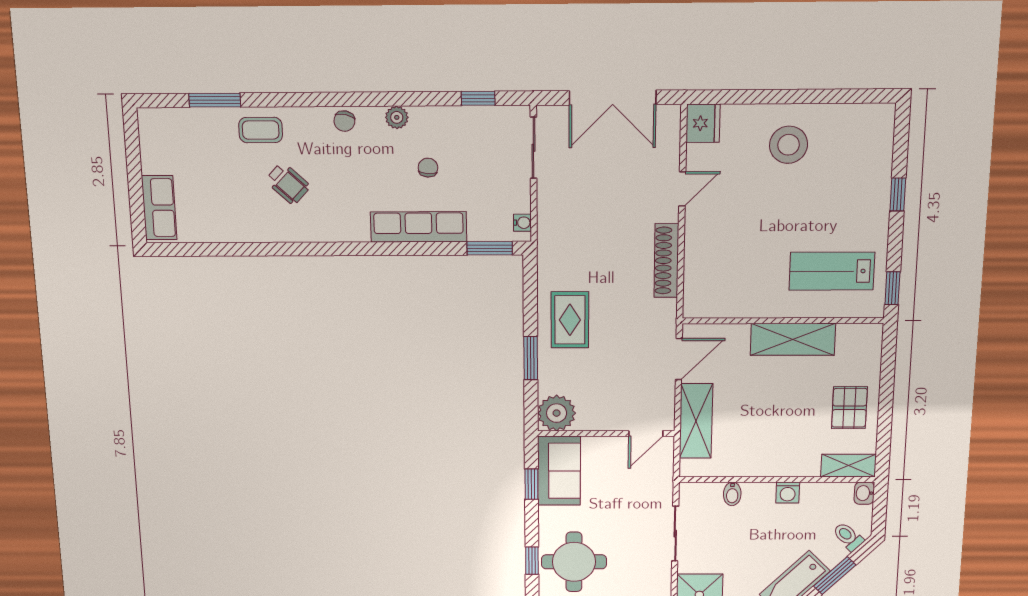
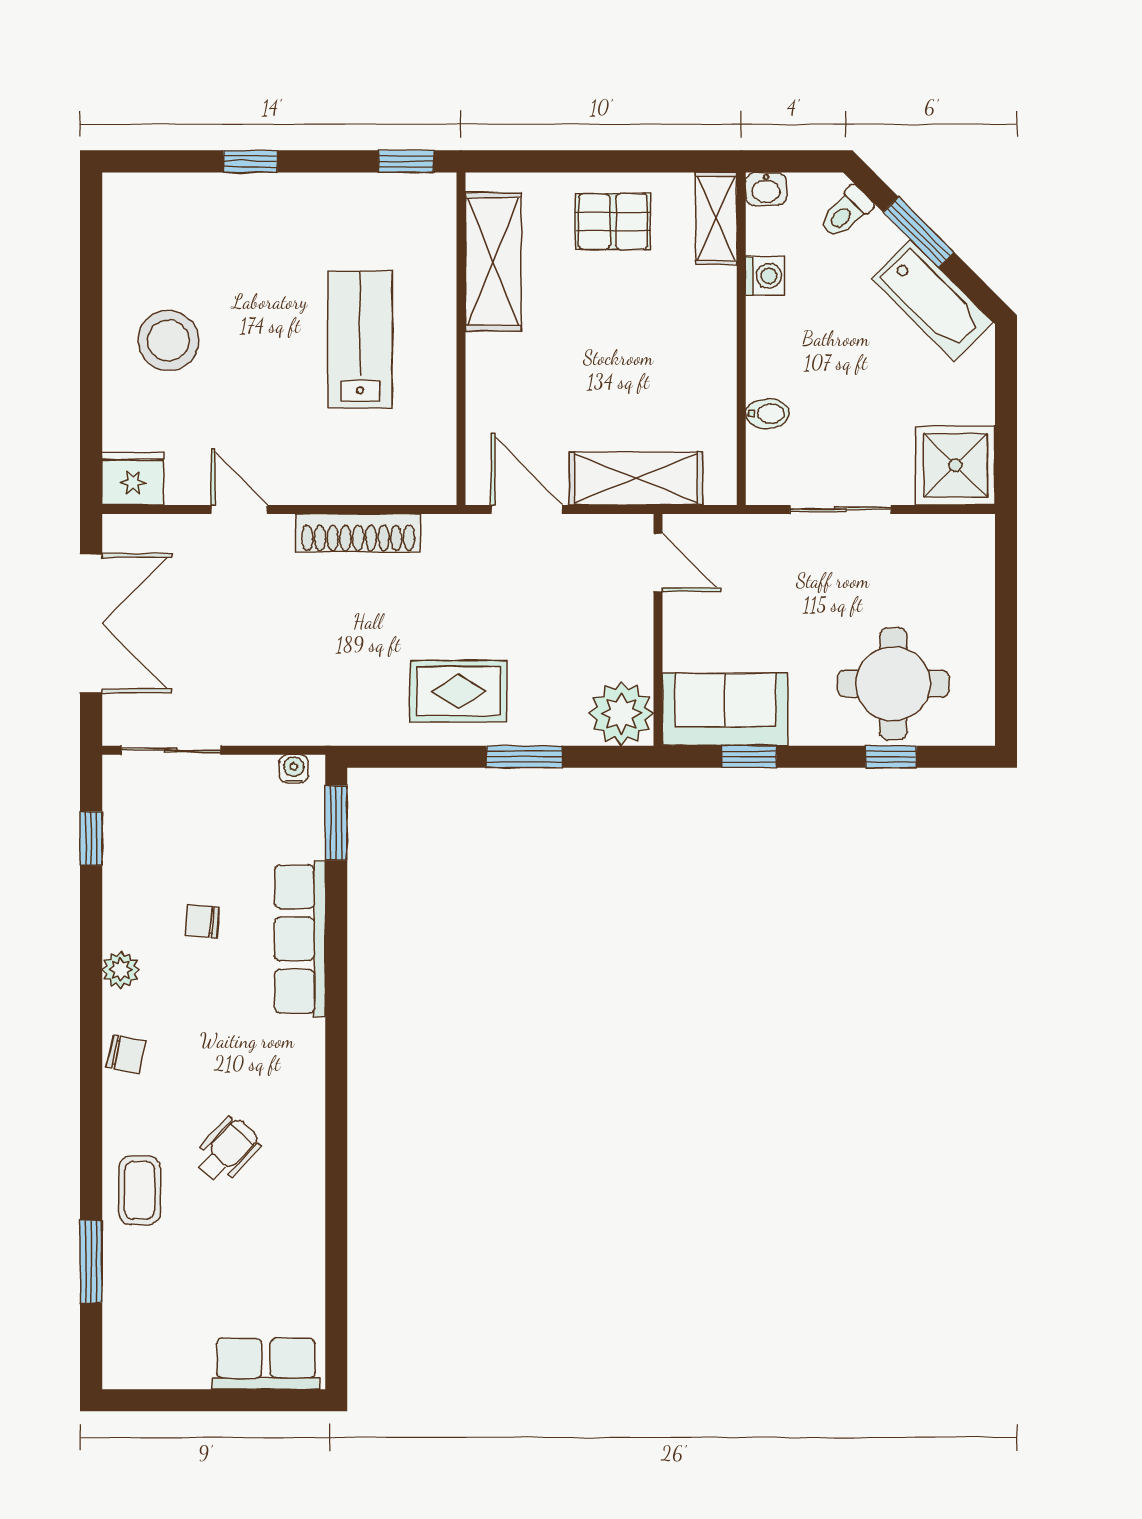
lab bench: (832, 271) -> (360, 339), moved, turned 180
shelving: (793, 339) -> (493, 262), moved
washing machine: (788, 493) -> (765, 276), moved

